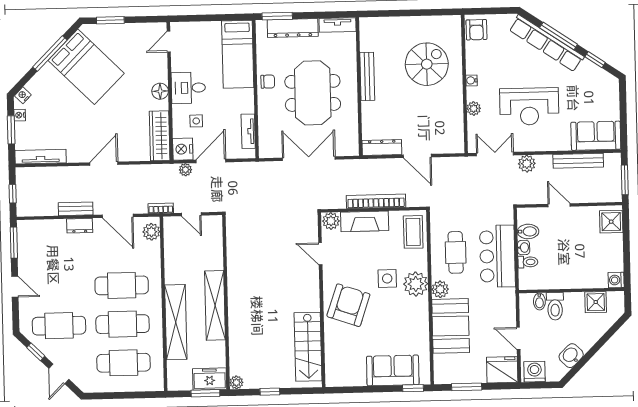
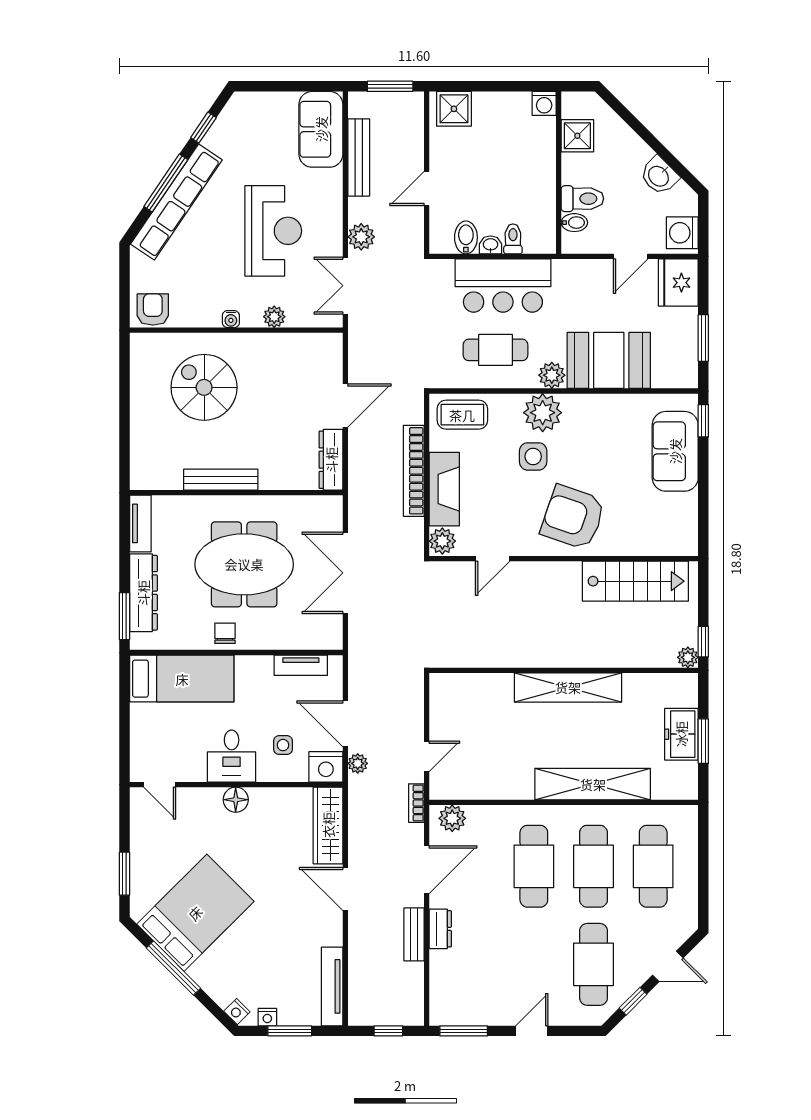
armchair: (476, 30) -> (153, 309), turned -90
wardrobe: (160, 136) -> (328, 825), moved, turned 90
wall: (226, 302) -> (564, 670), moved
shelving: (215, 305) -> (568, 687), moved
plant: (236, 382) -> (688, 657), moved

